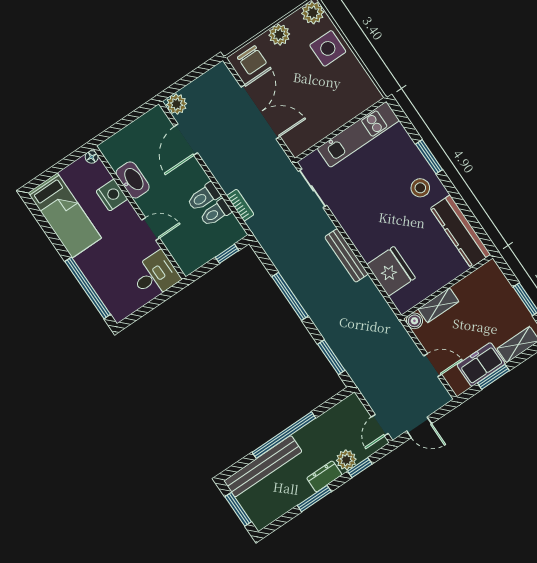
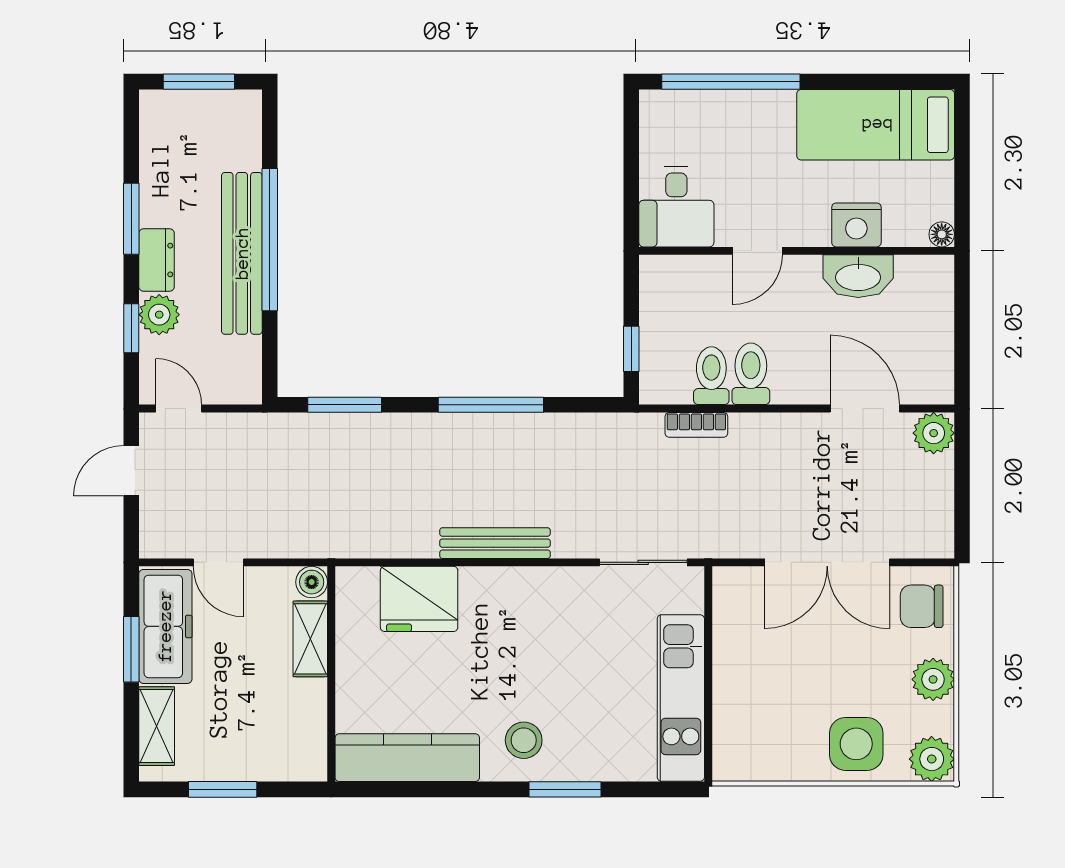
freezer: (481, 364) -> (165, 626), width x1.40
door: (433, 365) -> (218, 562), hinge flipped
bench: (263, 466) -> (242, 253), moved

